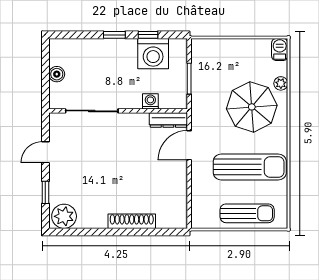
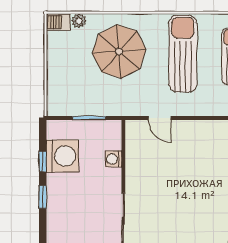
plant: (281, 83) -> (79, 21), moved
dresser: (168, 120) -> (133, 140), removed
door: (189, 145) -> (160, 118), width x0.73

